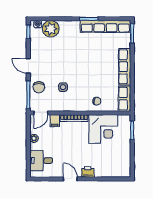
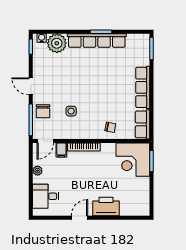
row of seats: (105, 26) -> (97, 41), moved
corner desk: (103, 129) -> (133, 160), moved, turned 90
printer: (88, 172) -> (106, 206), width x1.87, depth x1.48
door: (70, 179) -> (79, 218), hinge flipped

